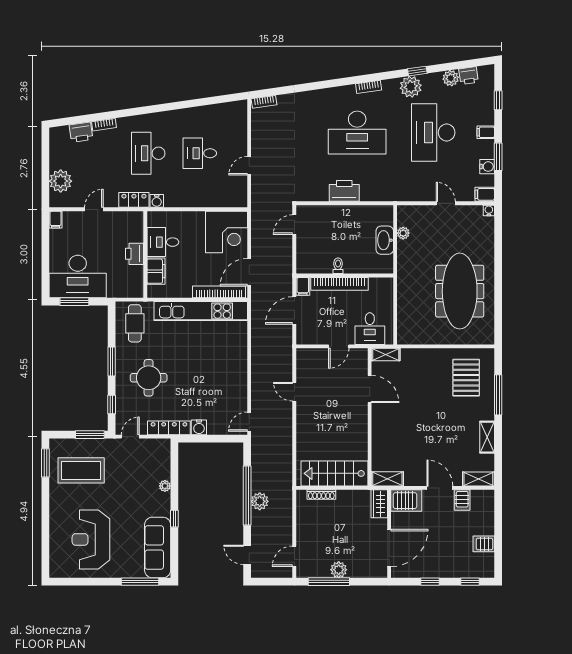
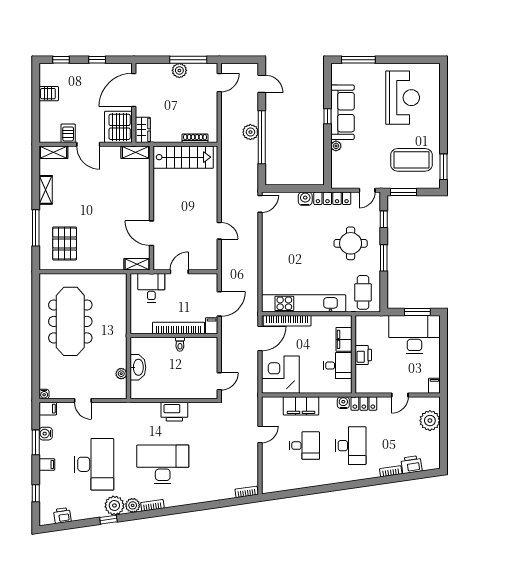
plant: (451, 78) -> (133, 505), moved
filing cabinet: (204, 197) -> (301, 406), added
server rack: (406, 501) -> (118, 127), width x1.60
sofa: (158, 547) -> (342, 112), moved

